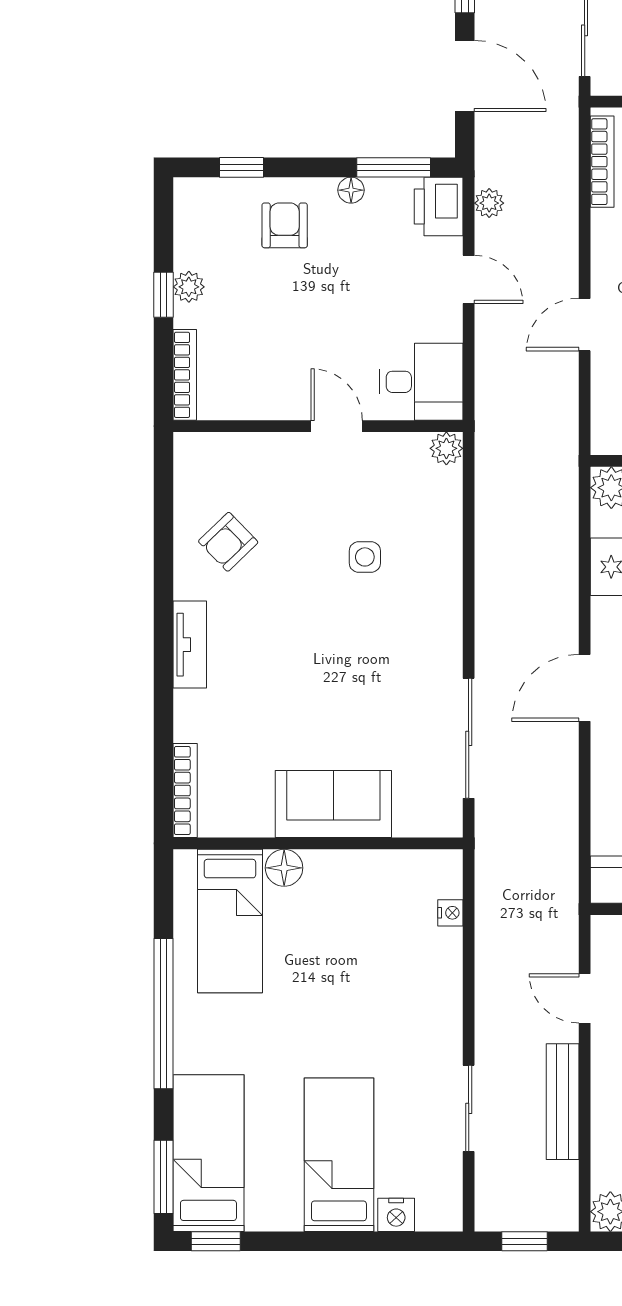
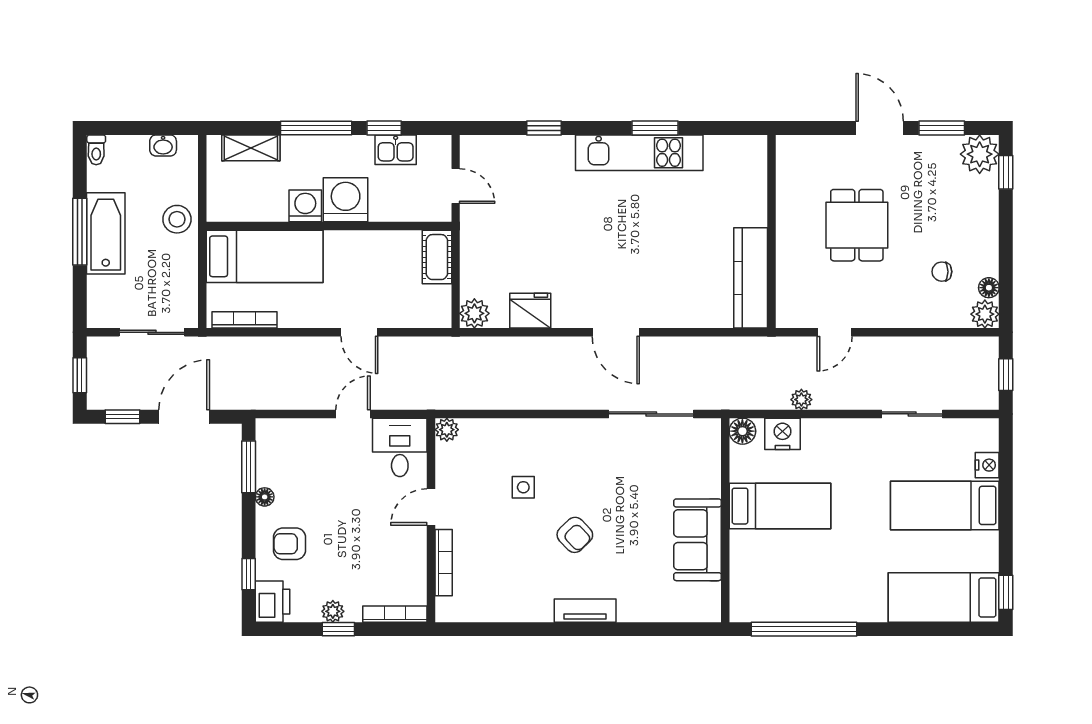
plant: (489, 203) -> (801, 400), moved
printer: (439, 206) -> (273, 602), moved, turned -90
door: (469, 279) -> (353, 414), moved
armchair: (228, 542) -> (575, 535), moved
bookcase: (185, 791) -> (444, 563), moved, turned 90
sofa: (333, 804) -> (697, 540), moved
floor lamp: (284, 868) -> (742, 431), moved
nightstand: (450, 913) -> (782, 434), width x1.89, depth x1.79
bed: (230, 921) -> (780, 506), moved
window: (163, 1014) -> (804, 629), moved
bench: (563, 1102) -> (907, 348), removed
window: (163, 1177) -> (960, 629), removed

